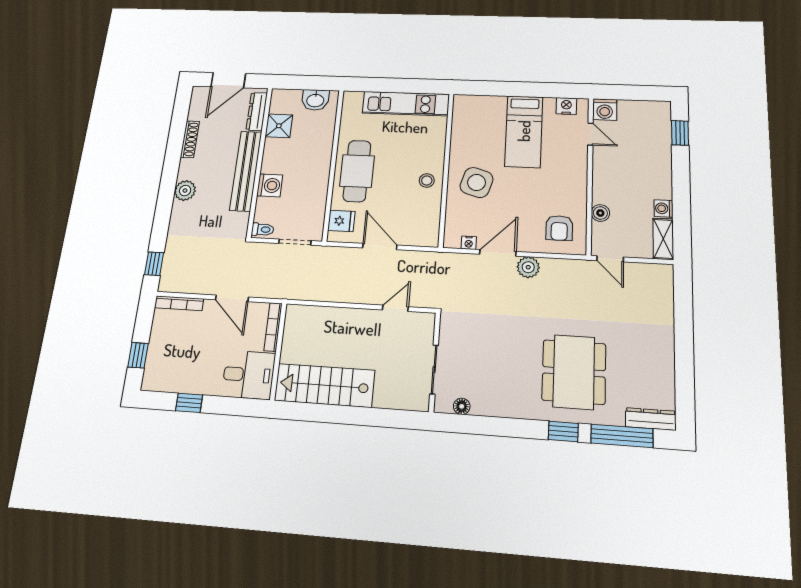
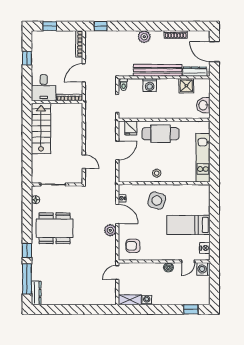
boiler: (600, 213) -> (168, 267), moved
dining table: (574, 372) -> (55, 228), moved

